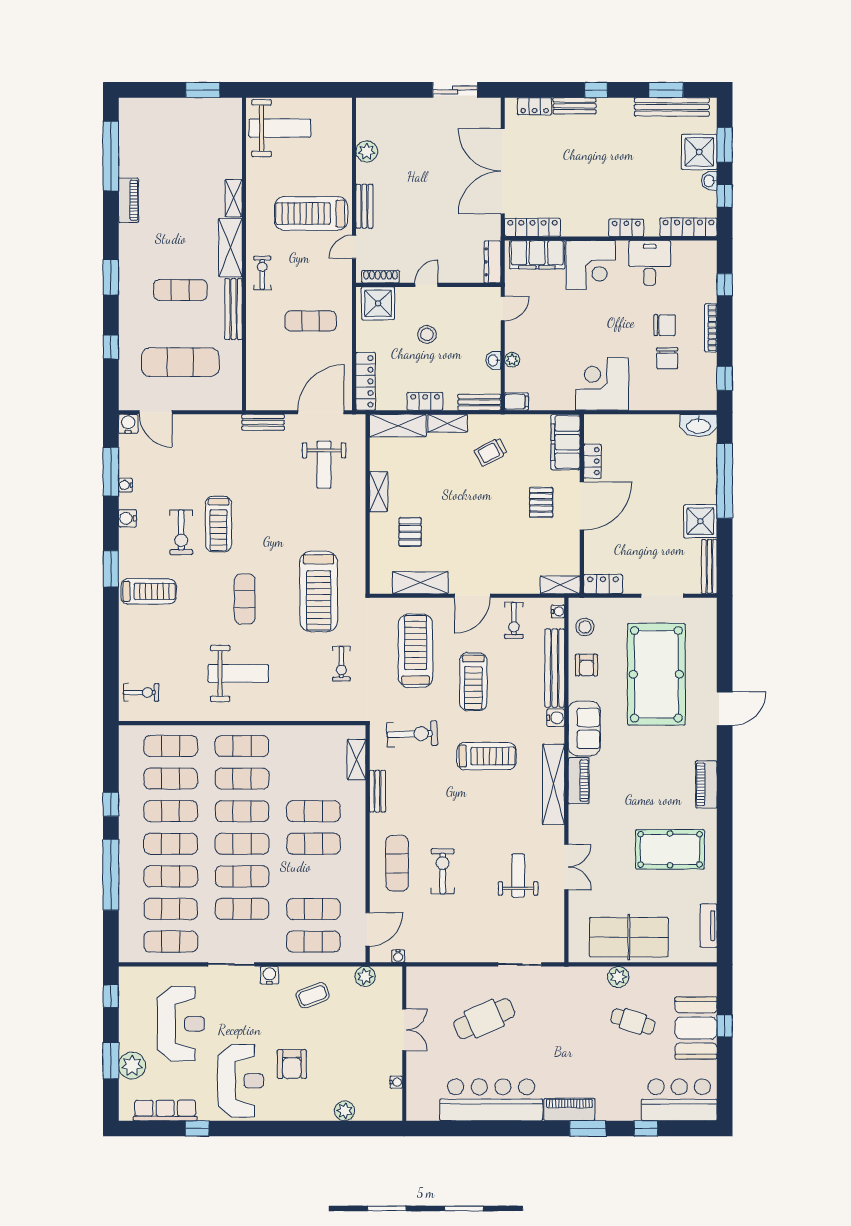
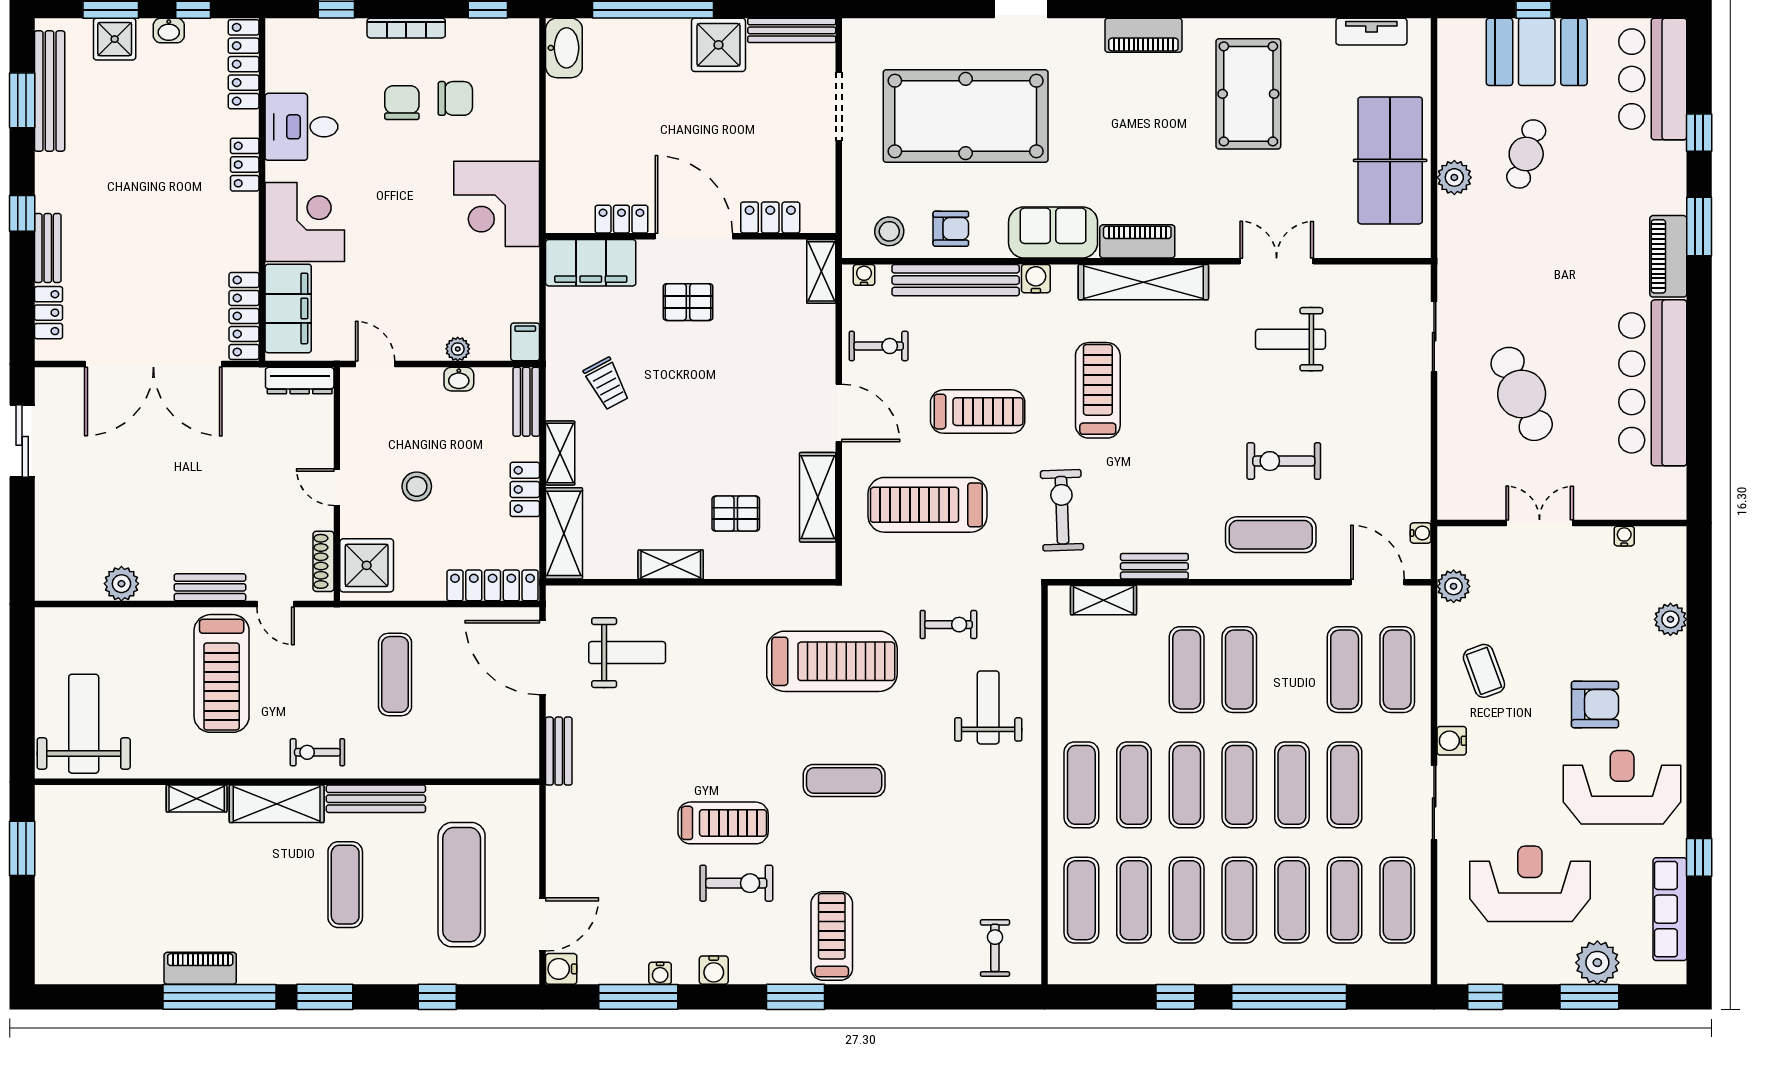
shower: (699, 152) -> (115, 39), width x0.73, depth x0.73
window: (111, 156) -> (220, 997), moved
locker: (603, 584) -> (770, 217), moved, turned 90
weight bench: (238, 673) -> (988, 707), moved, width x0.73, depth x0.75

